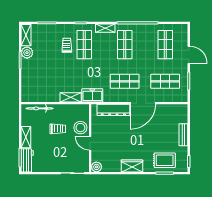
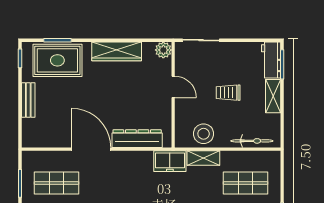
shop shelf: (125, 81) -> (246, 183), moved
door: (143, 103) -> (91, 149), hinge flipped
stool: (80, 128) -> (204, 134), moved
trolley: (58, 129) -> (228, 93), moved
rug: (165, 160) -> (57, 60), width x1.36, depth x1.43
wardrobe: (132, 166) -> (117, 51), width x1.50

